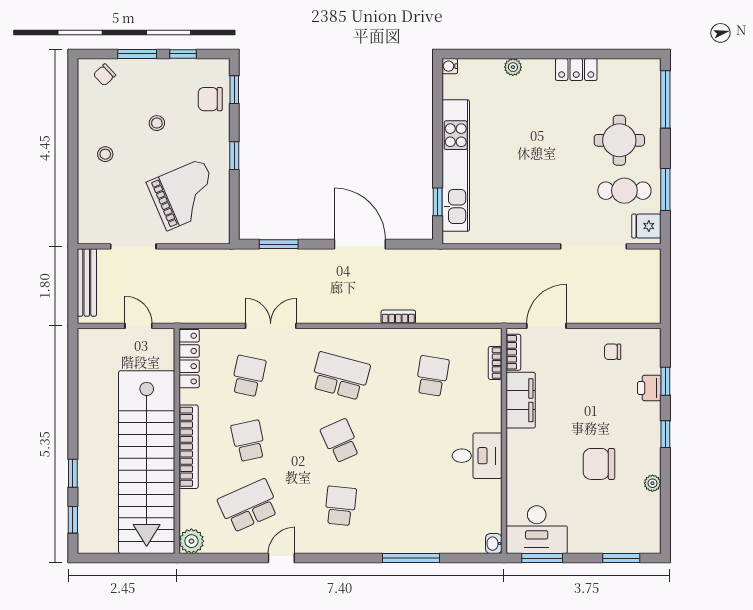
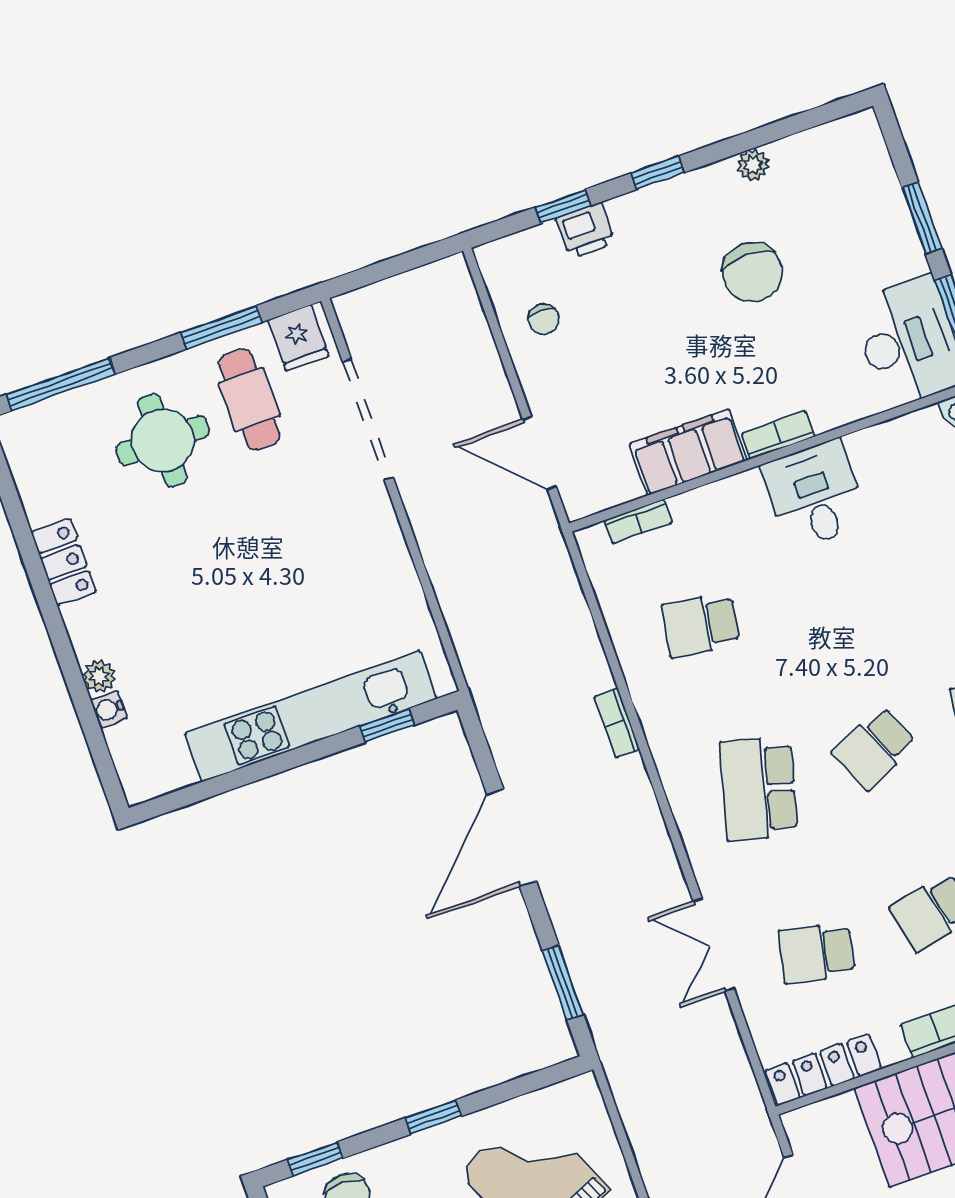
water cooler: (450, 66) -> (109, 709), moved, turned 90
bookcase: (513, 352) -> (778, 435), moved
window: (621, 558) -> (922, 218), moved

